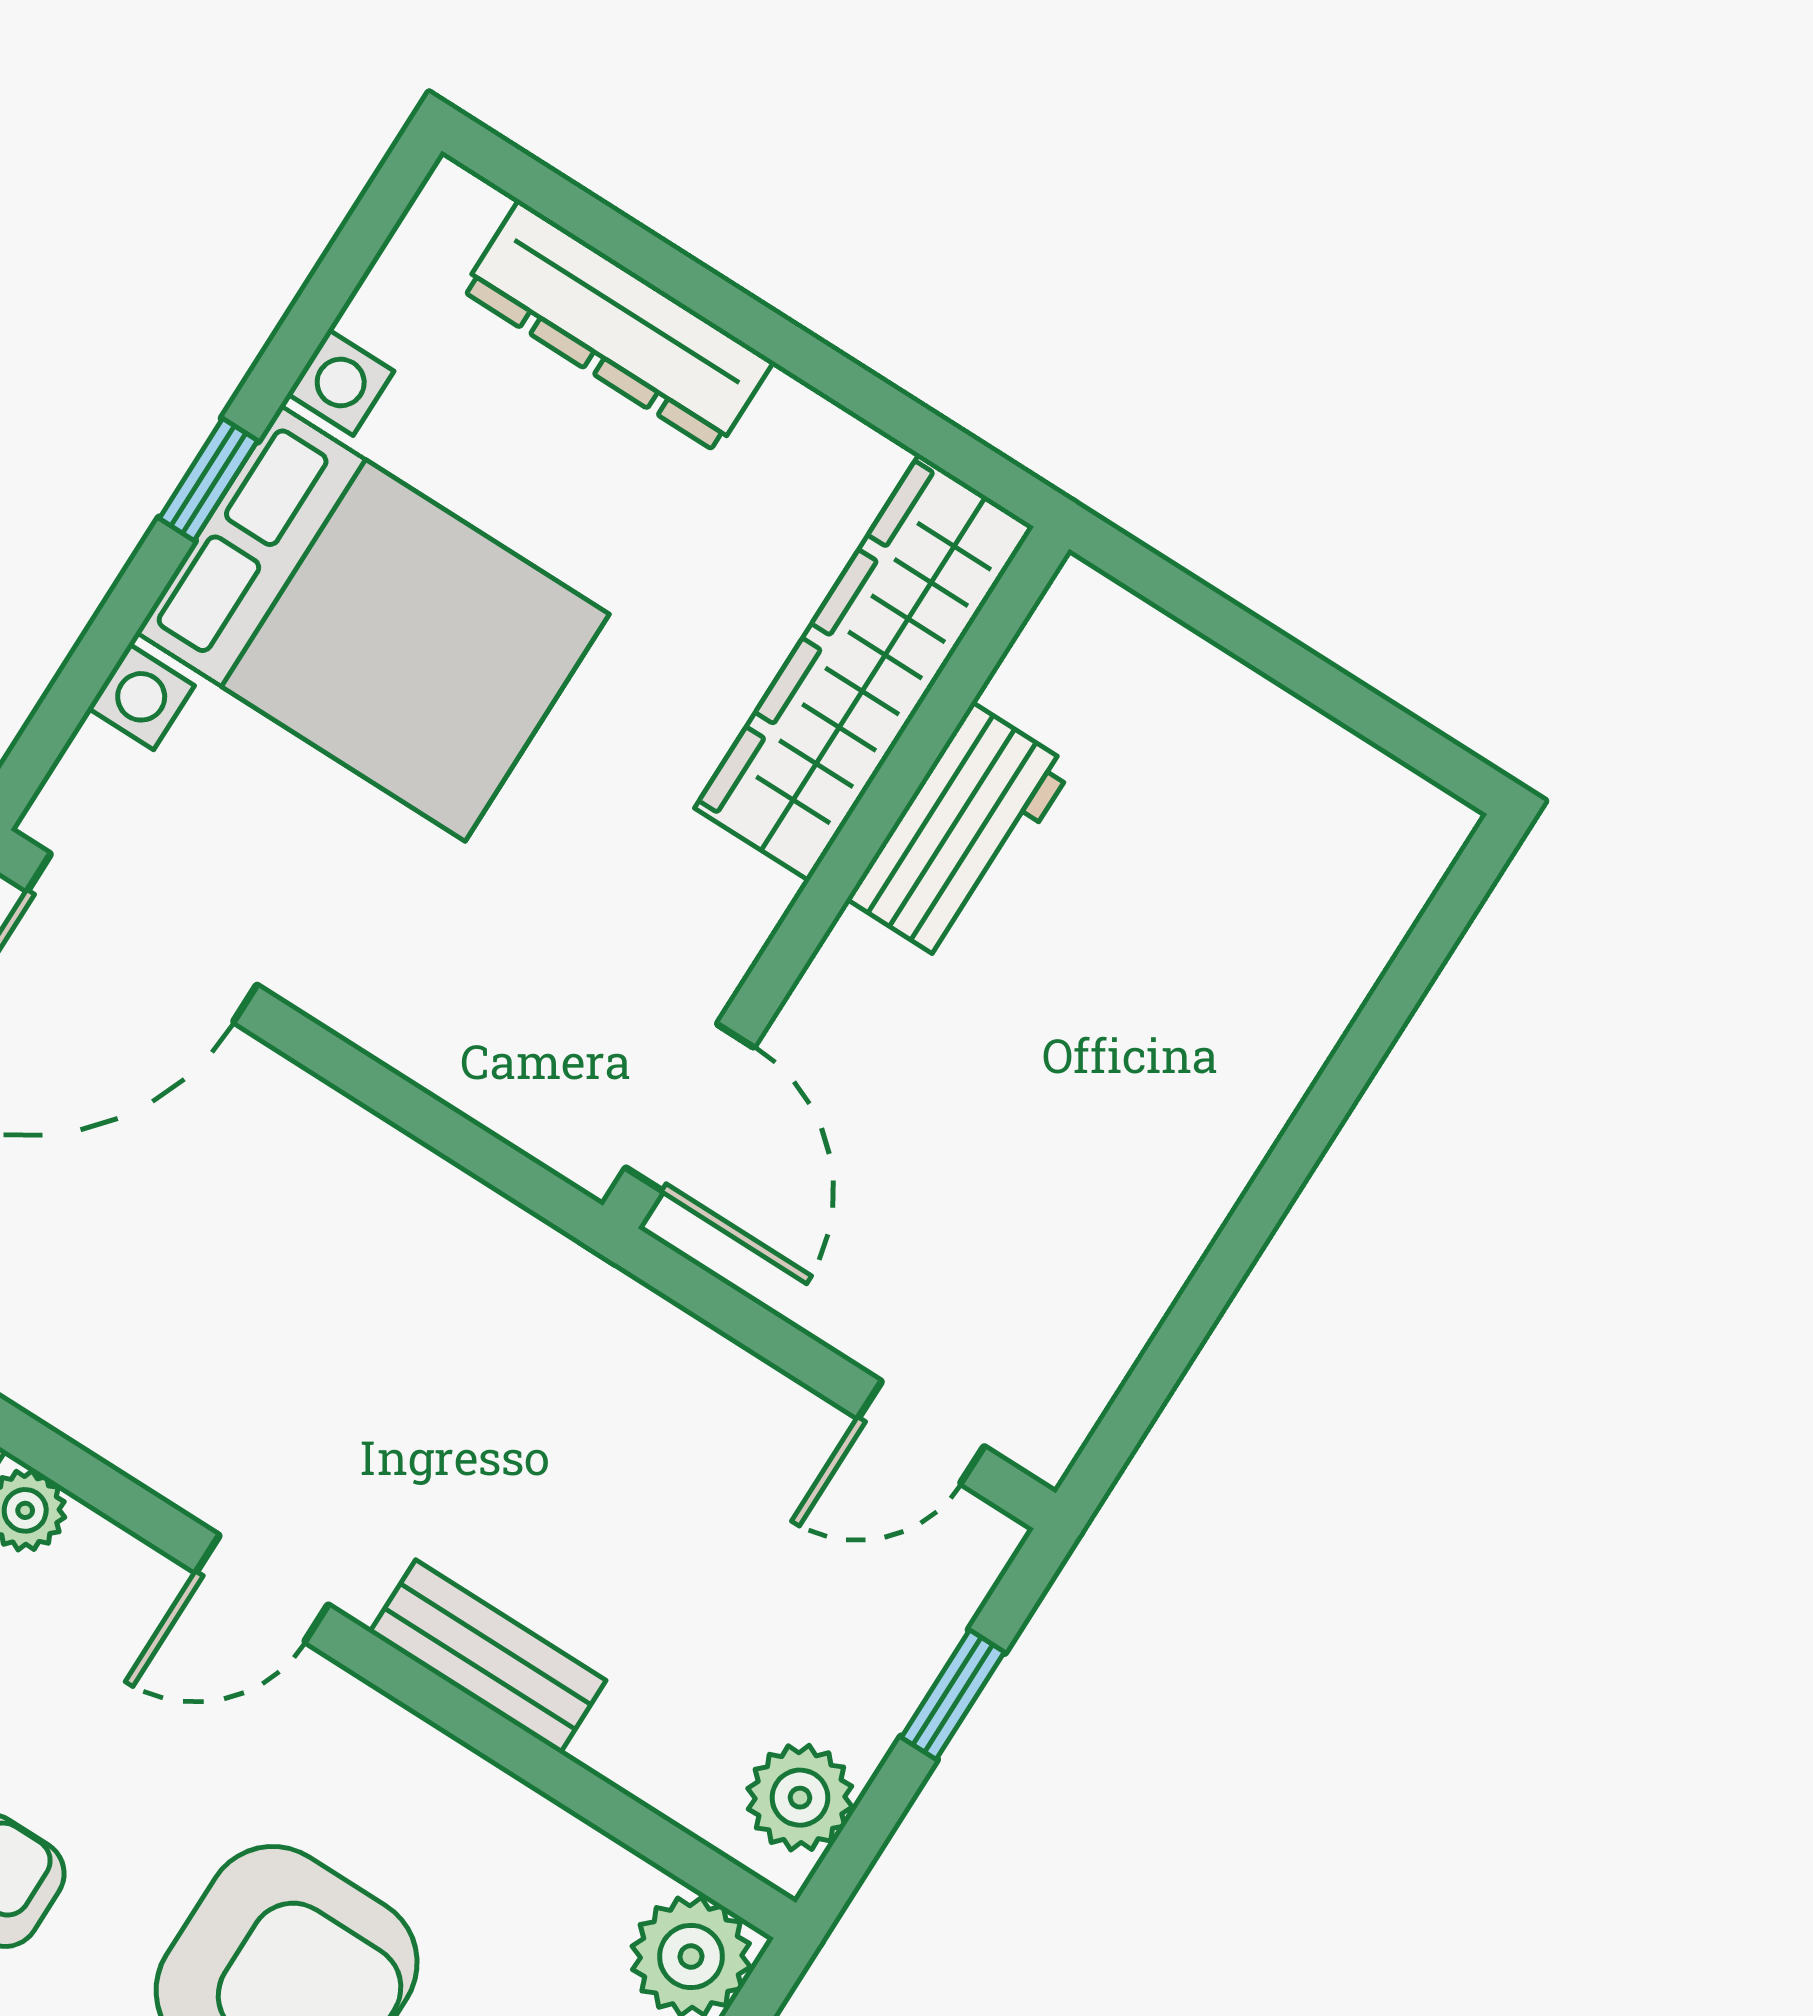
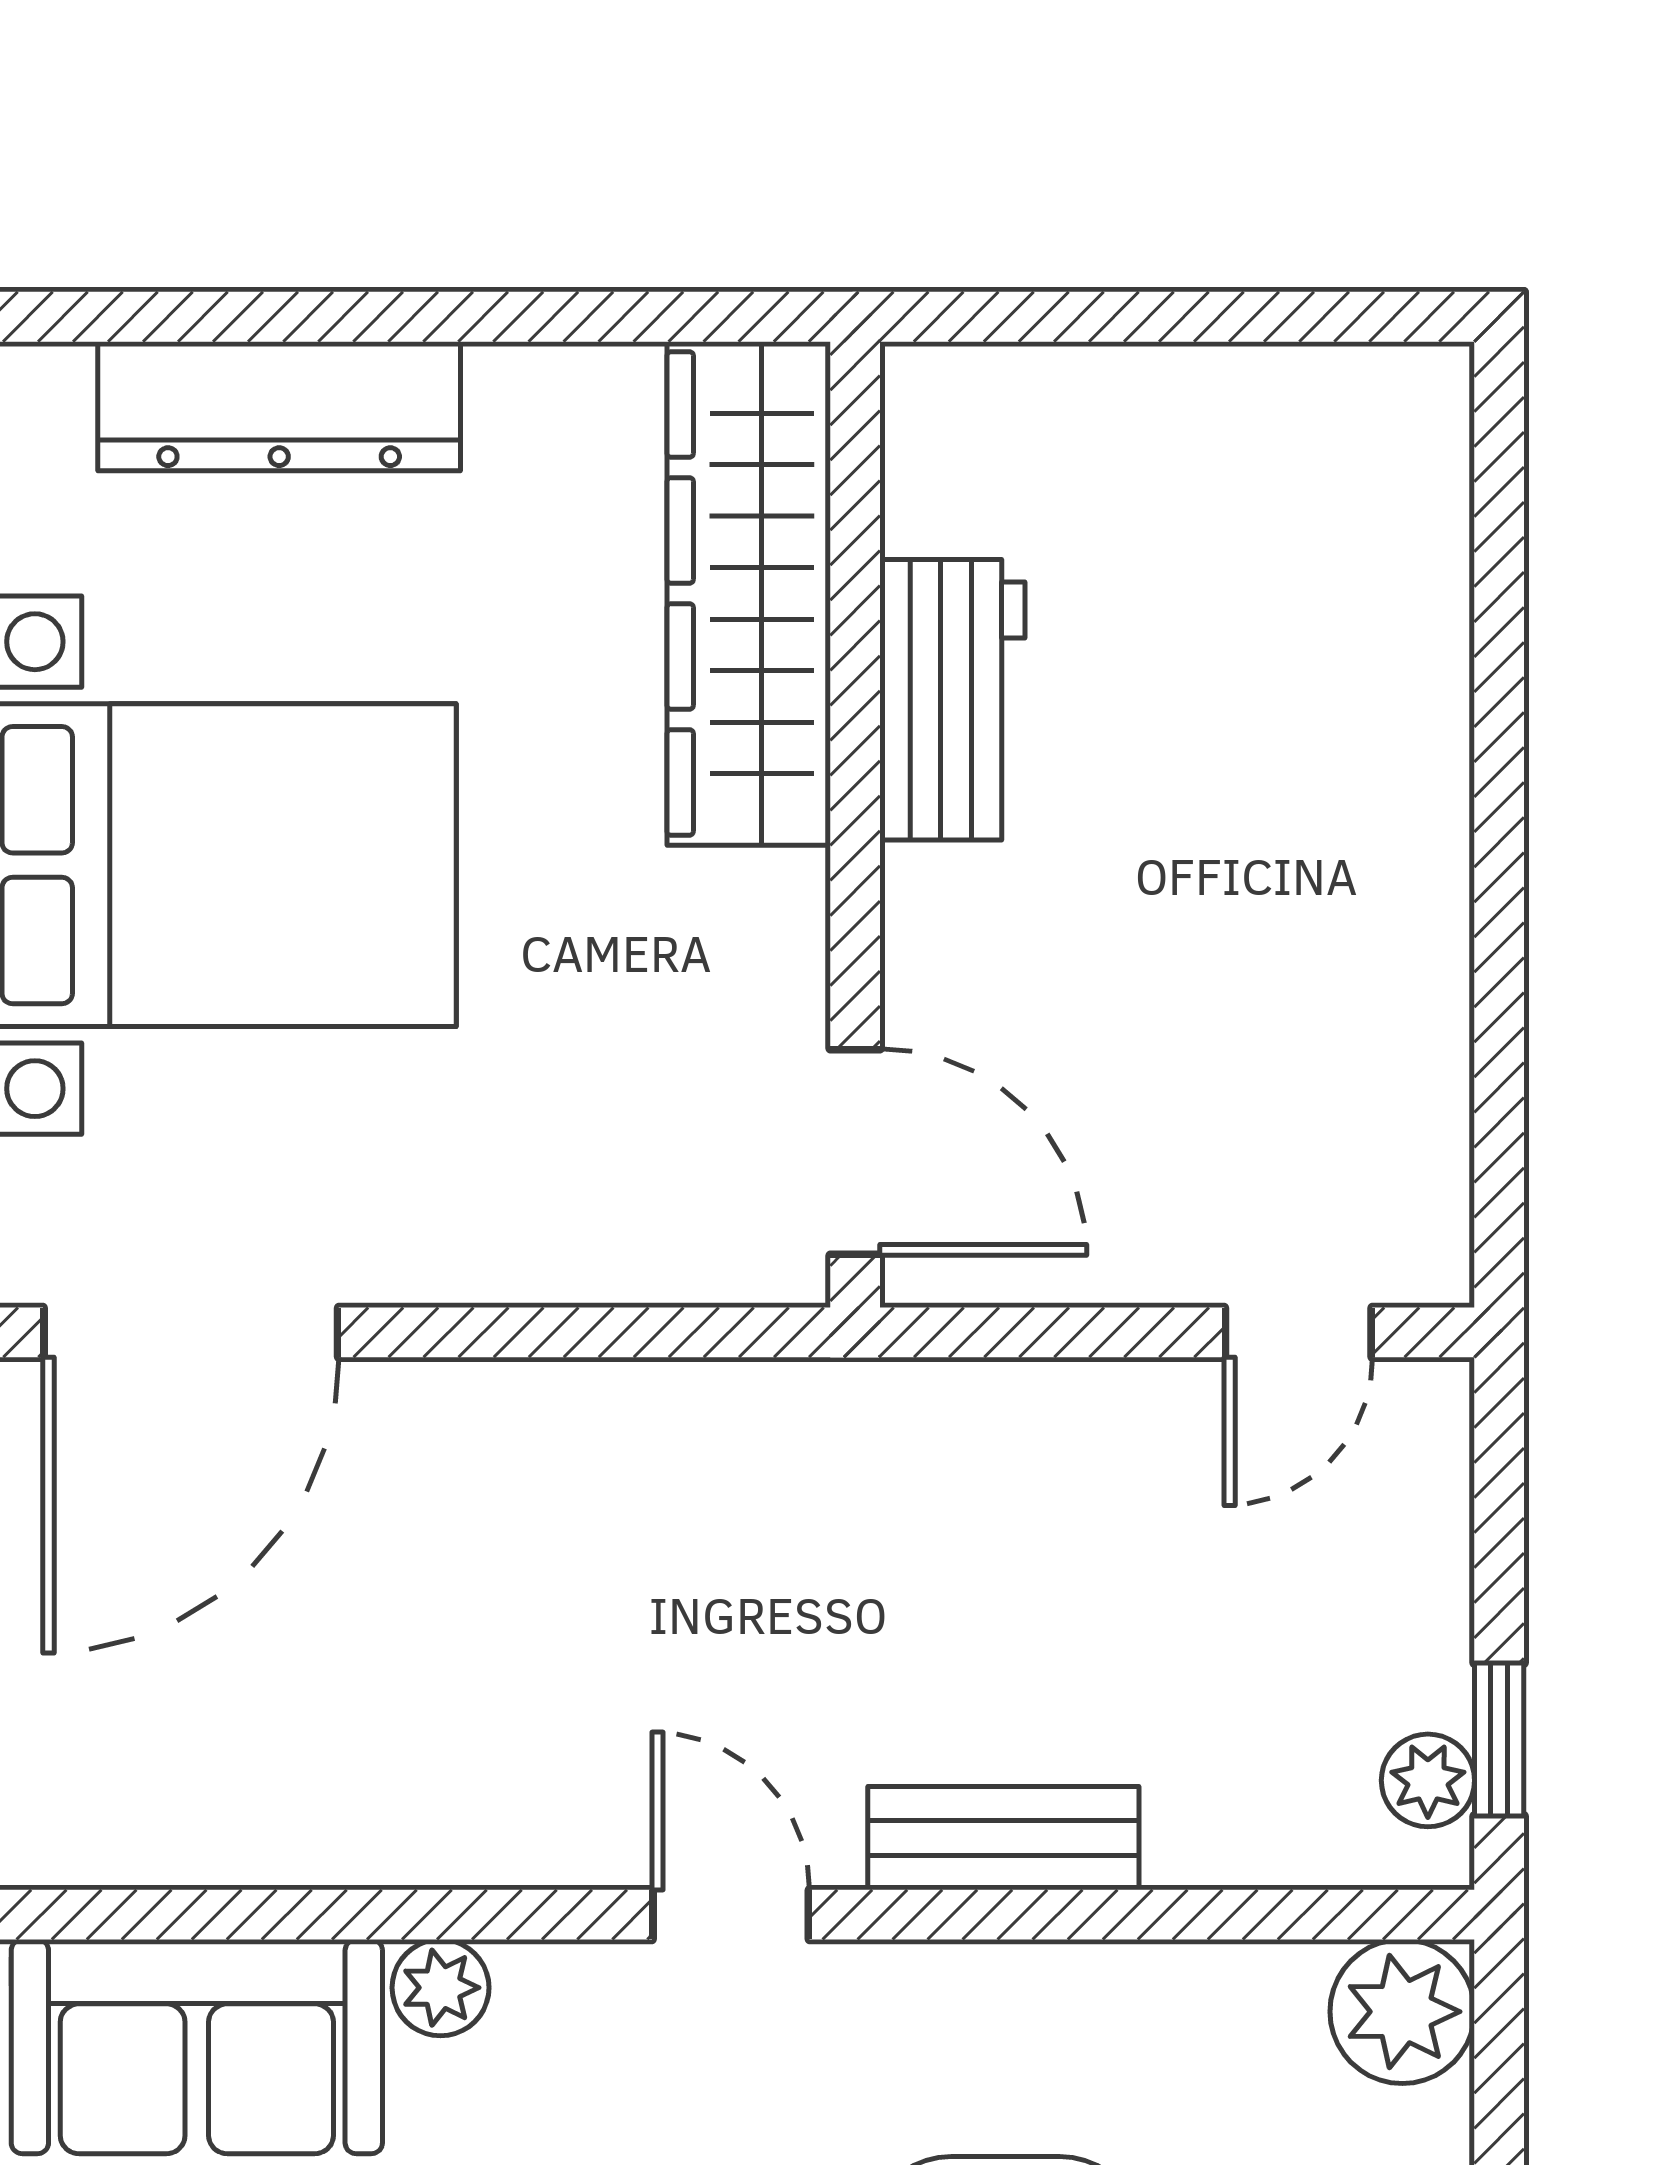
door: (262, 1589) -> (731, 1915), swing flipped
window: (953, 1695) -> (1499, 1740), moved
plant: (800, 1798) -> (1428, 1780), width x0.73, depth x0.73

